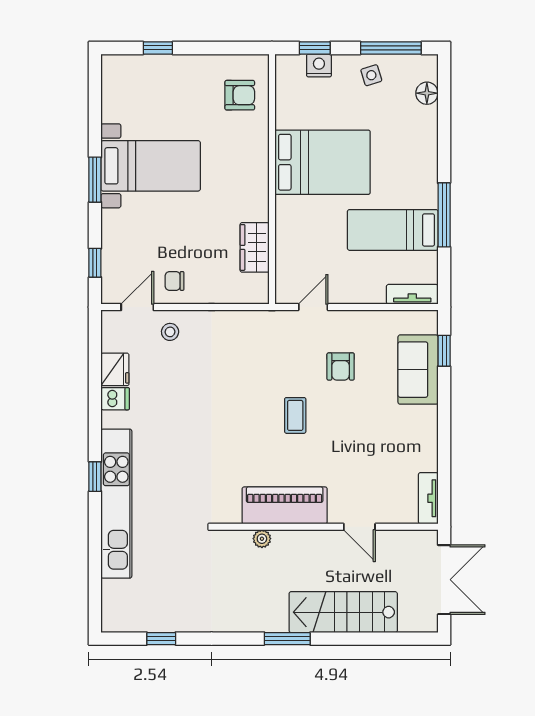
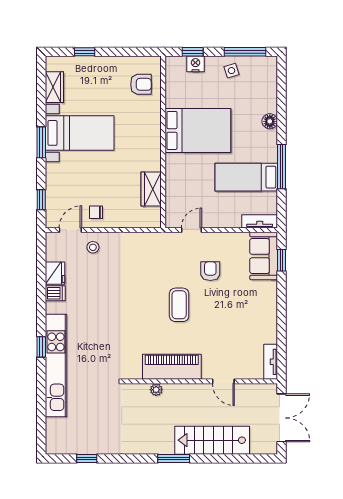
floor lamp: (427, 93) -> (270, 121), moved
wardrobe: (114, 99) -> (54, 87), added
armchair: (341, 367) -> (210, 271), turned 180
sofa: (418, 370) -> (264, 256), moved
coffee table: (295, 415) -> (179, 305), width x1.36, depth x1.30

